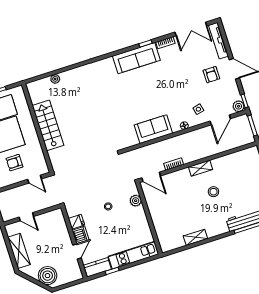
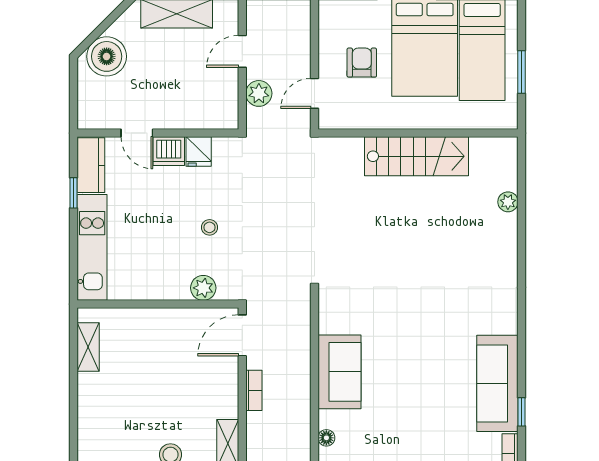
plant: (42, 204) -> (259, 93), added
shelving: (195, 237) -> (88, 347), moved

